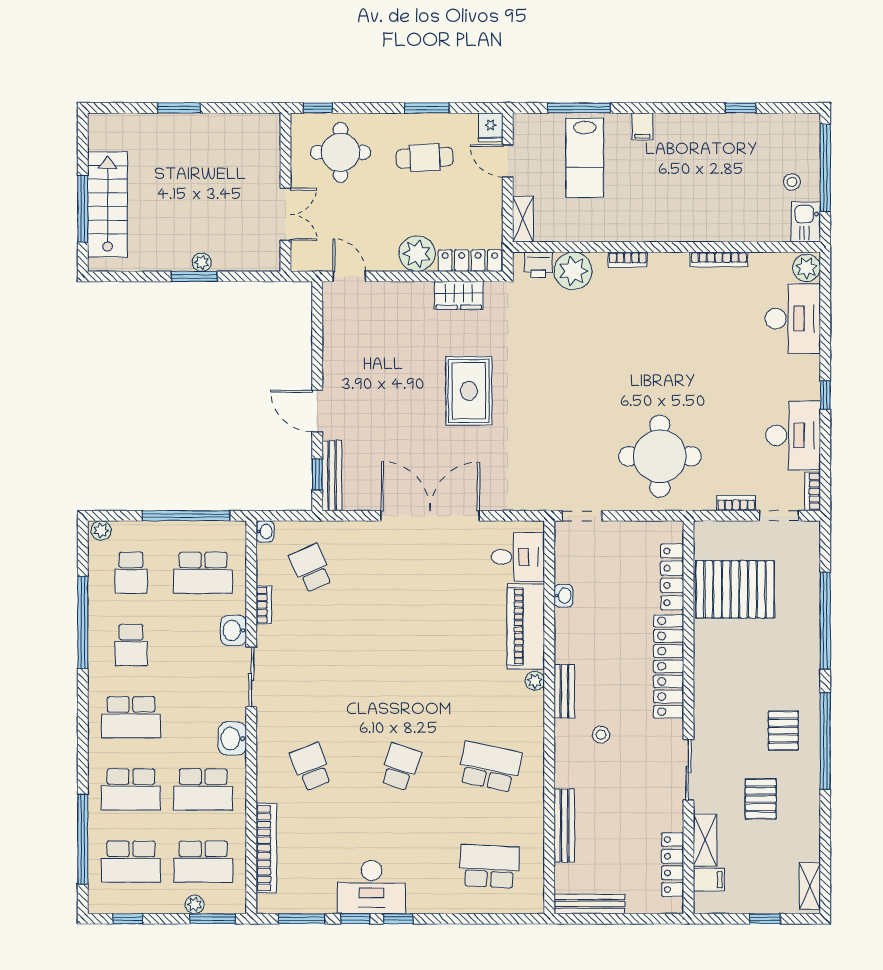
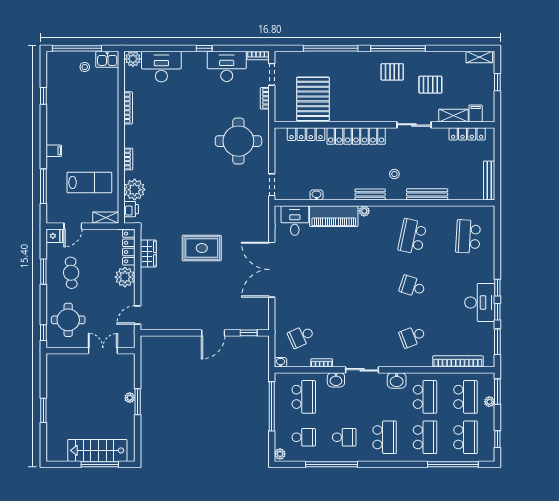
lab bench: (585, 158) -> (89, 182), moved
bench: (332, 476) -> (249, 325), removed
bench: (564, 826) -> (427, 194), moved

